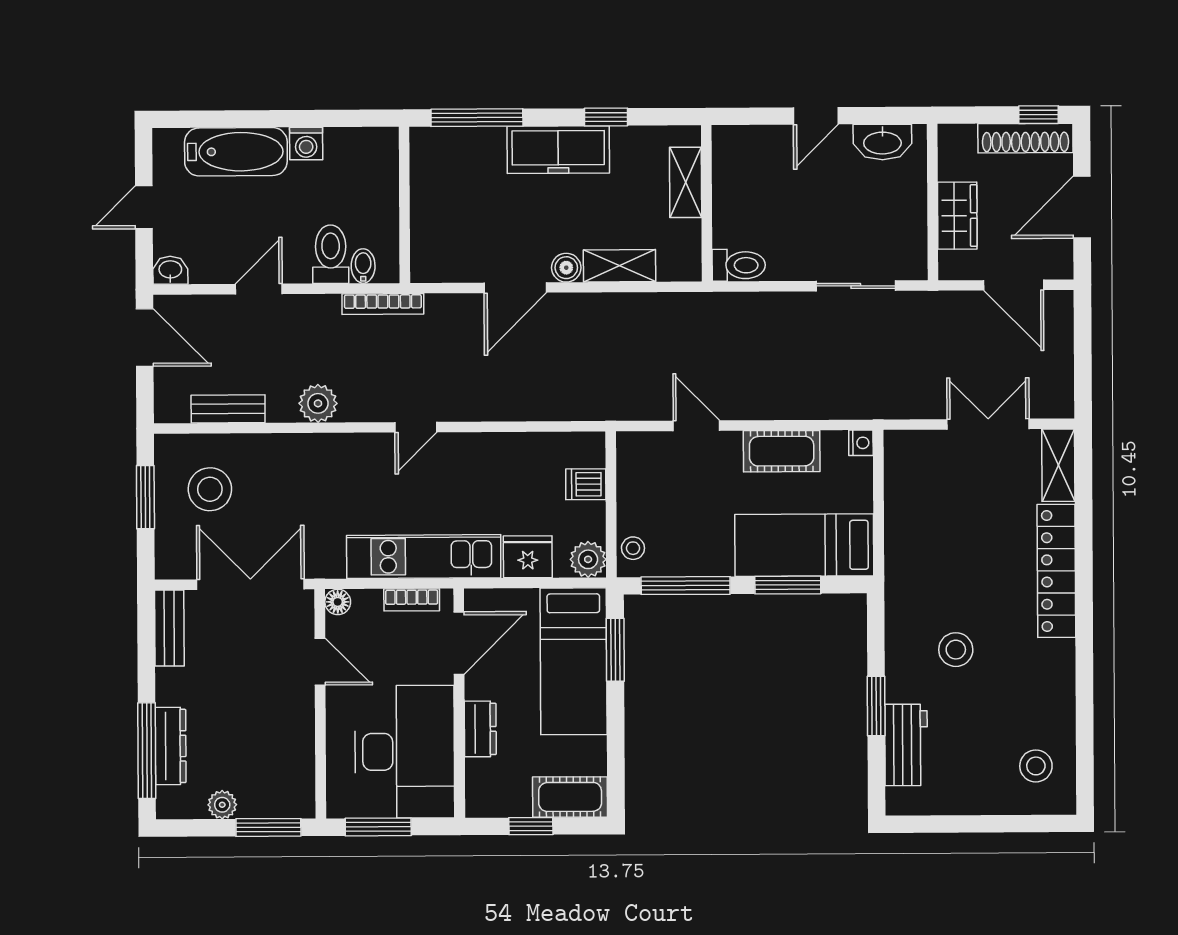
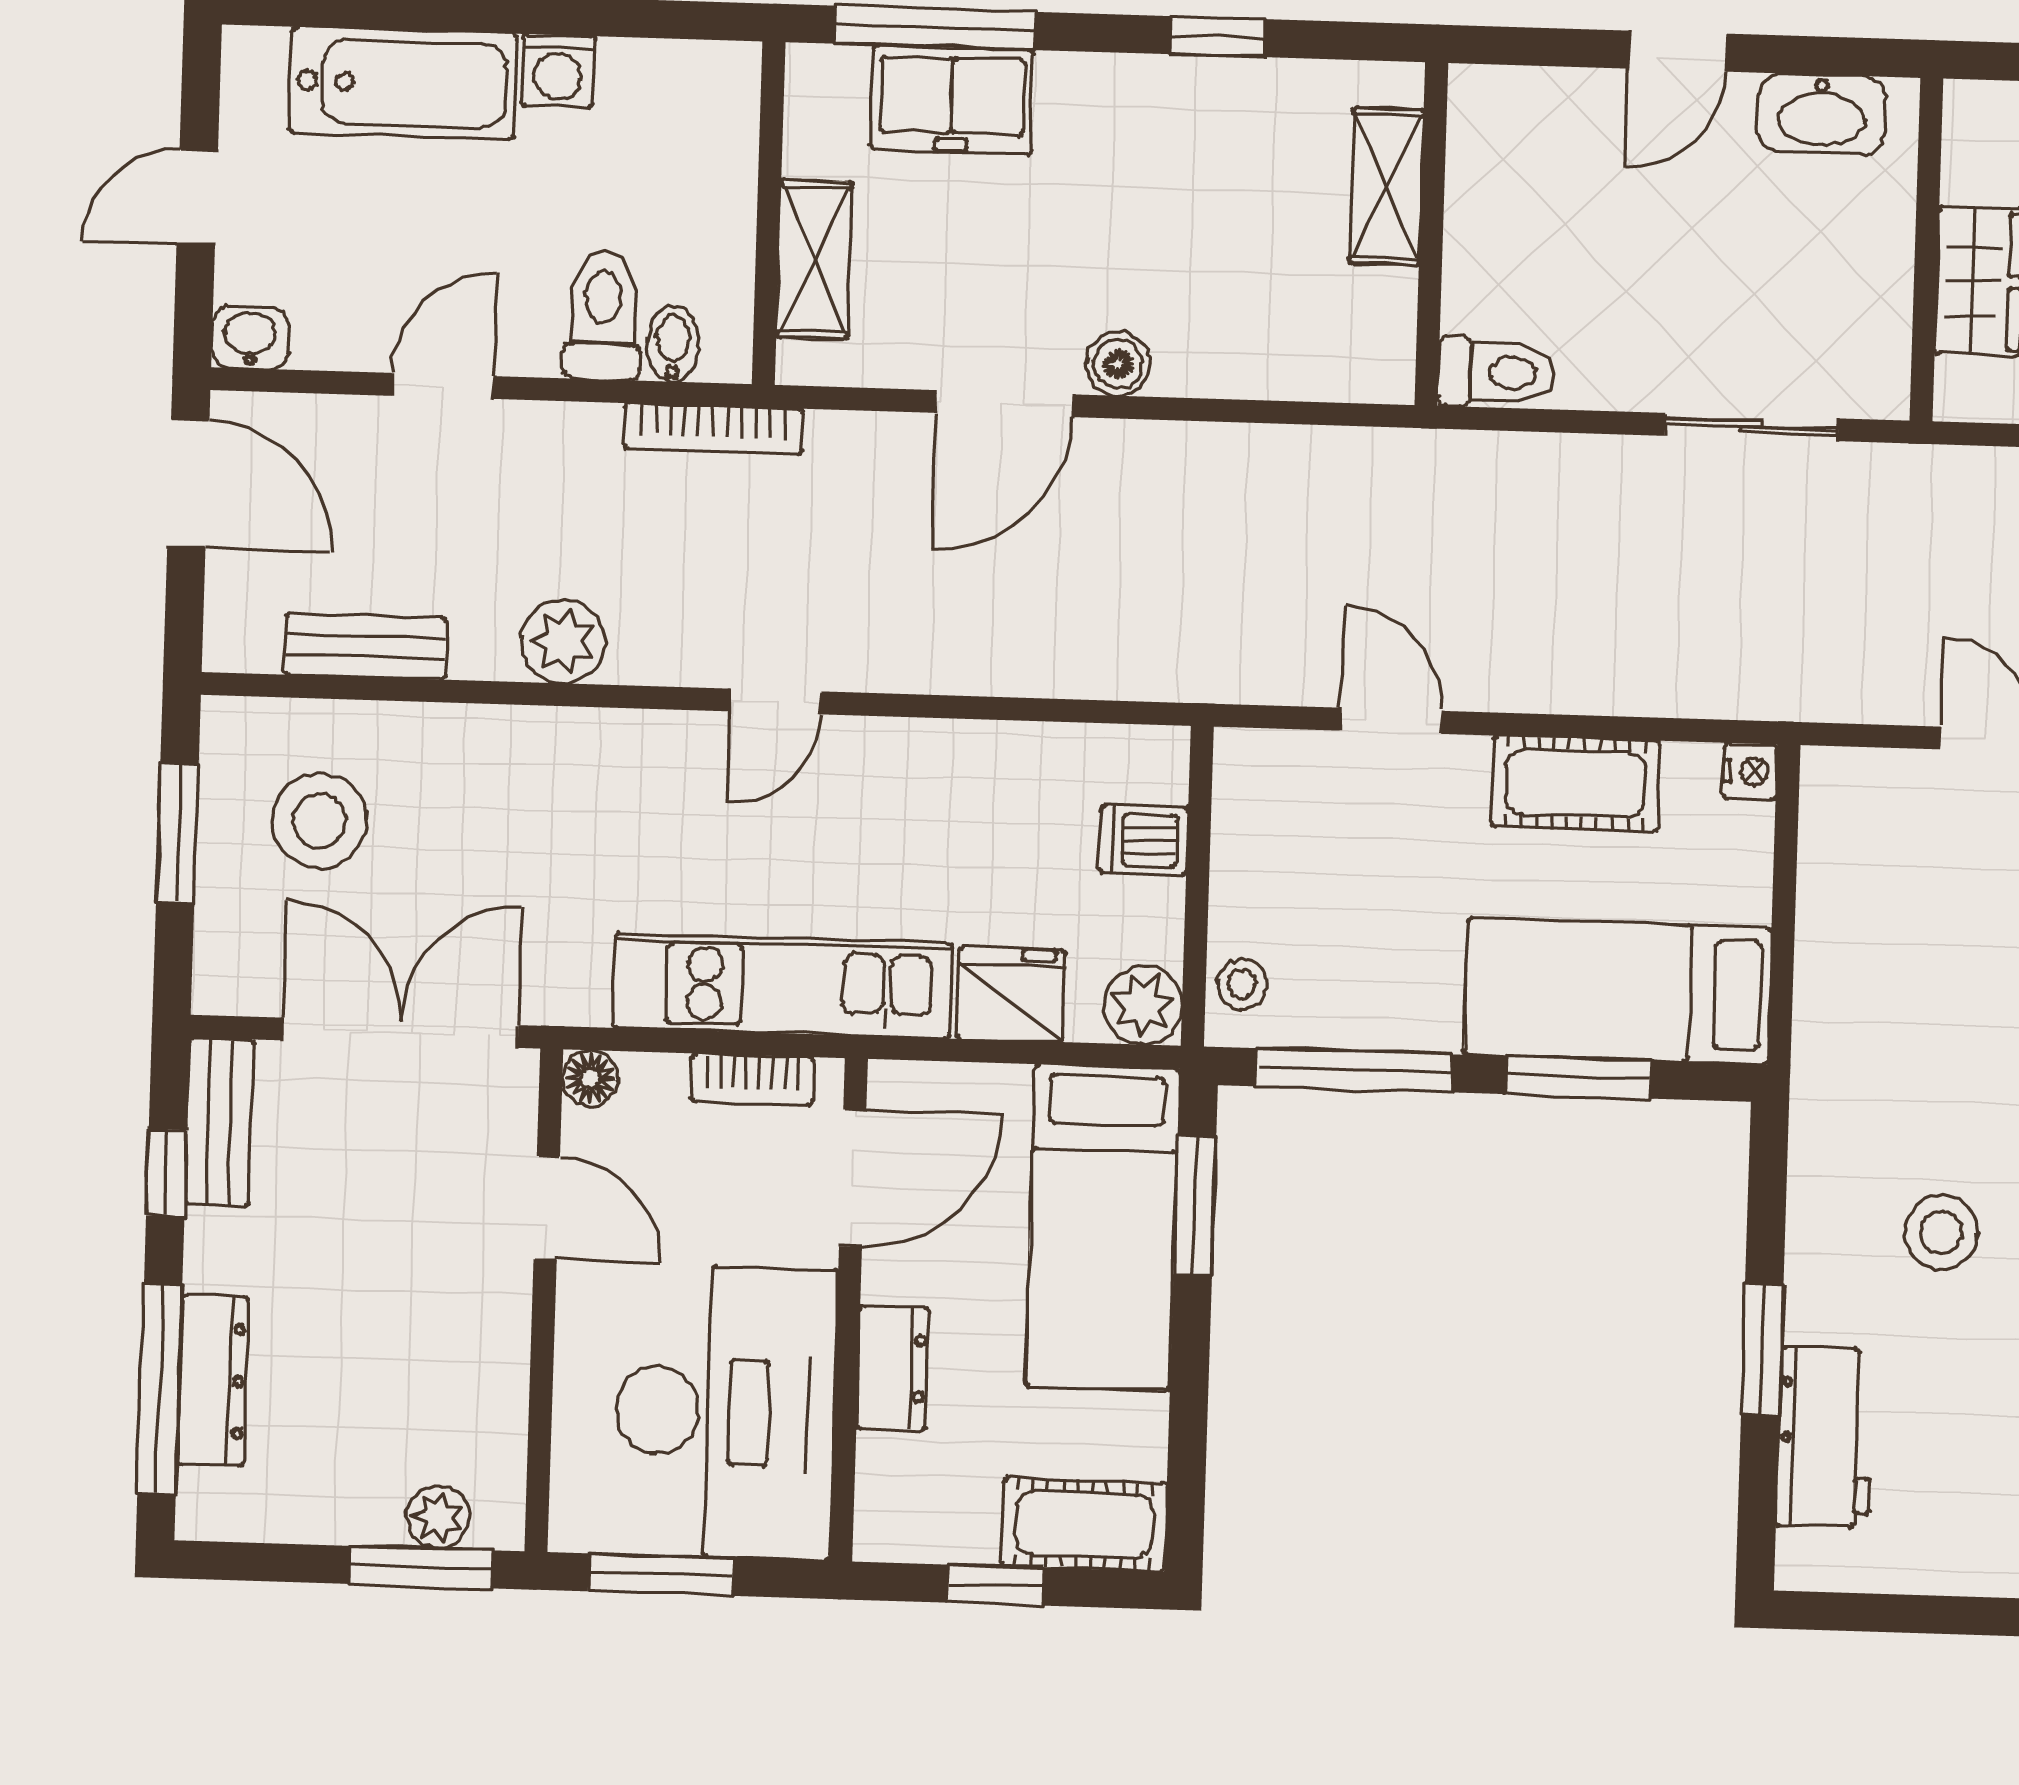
freezer: (558, 150) -> (952, 99), moved, width x0.71
shelving: (620, 266) -> (814, 260), moved, turned 90
window: (146, 652) -> (167, 1173), added
plant: (222, 805) -> (438, 1517), moved

